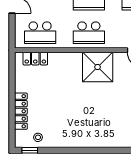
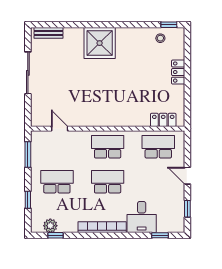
shower: (98, 67) -> (100, 43), moved
locker: (21, 111) -> (178, 72), width x0.66

